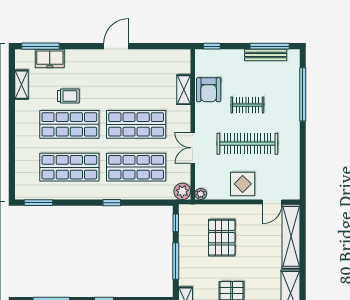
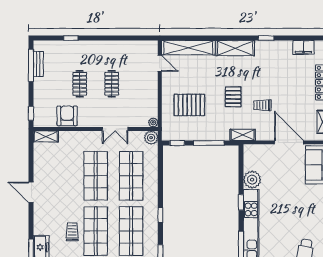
bench: (266, 55) -> (38, 64), width x0.73
shelving: (184, 90) -> (46, 136), moved
armchair: (209, 90) -> (67, 116), turned -90
window: (303, 94) -> (71, 38), width x0.32
clothes rail: (247, 144) -> (112, 84), width x0.54, depth x0.76
display table: (243, 184) -> (145, 88), removed
window: (112, 203) -> (160, 215), moved

